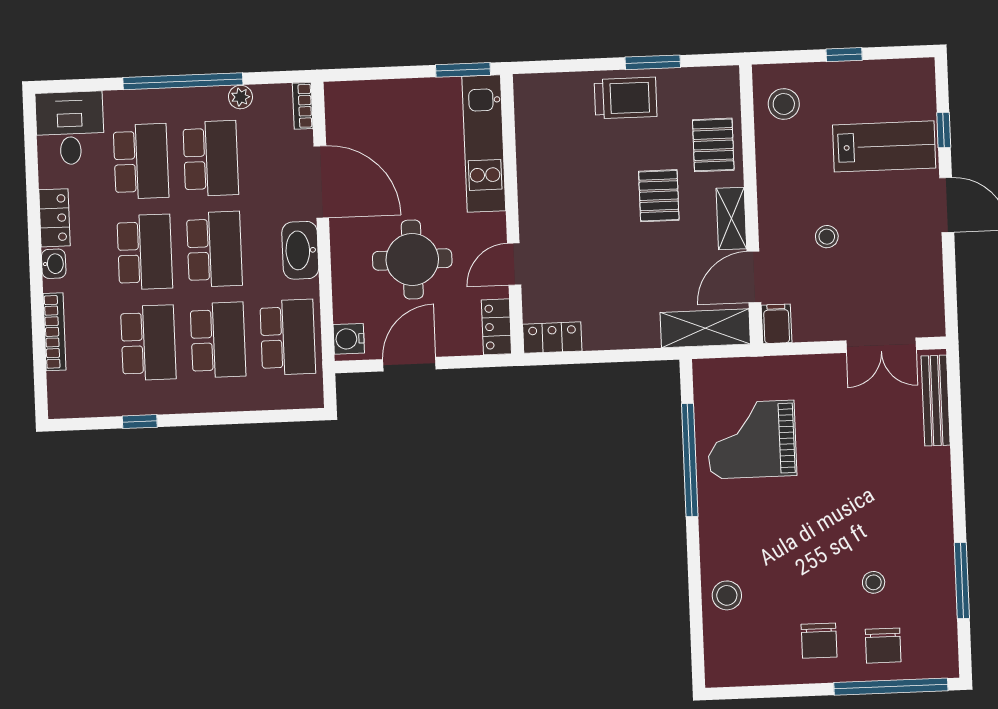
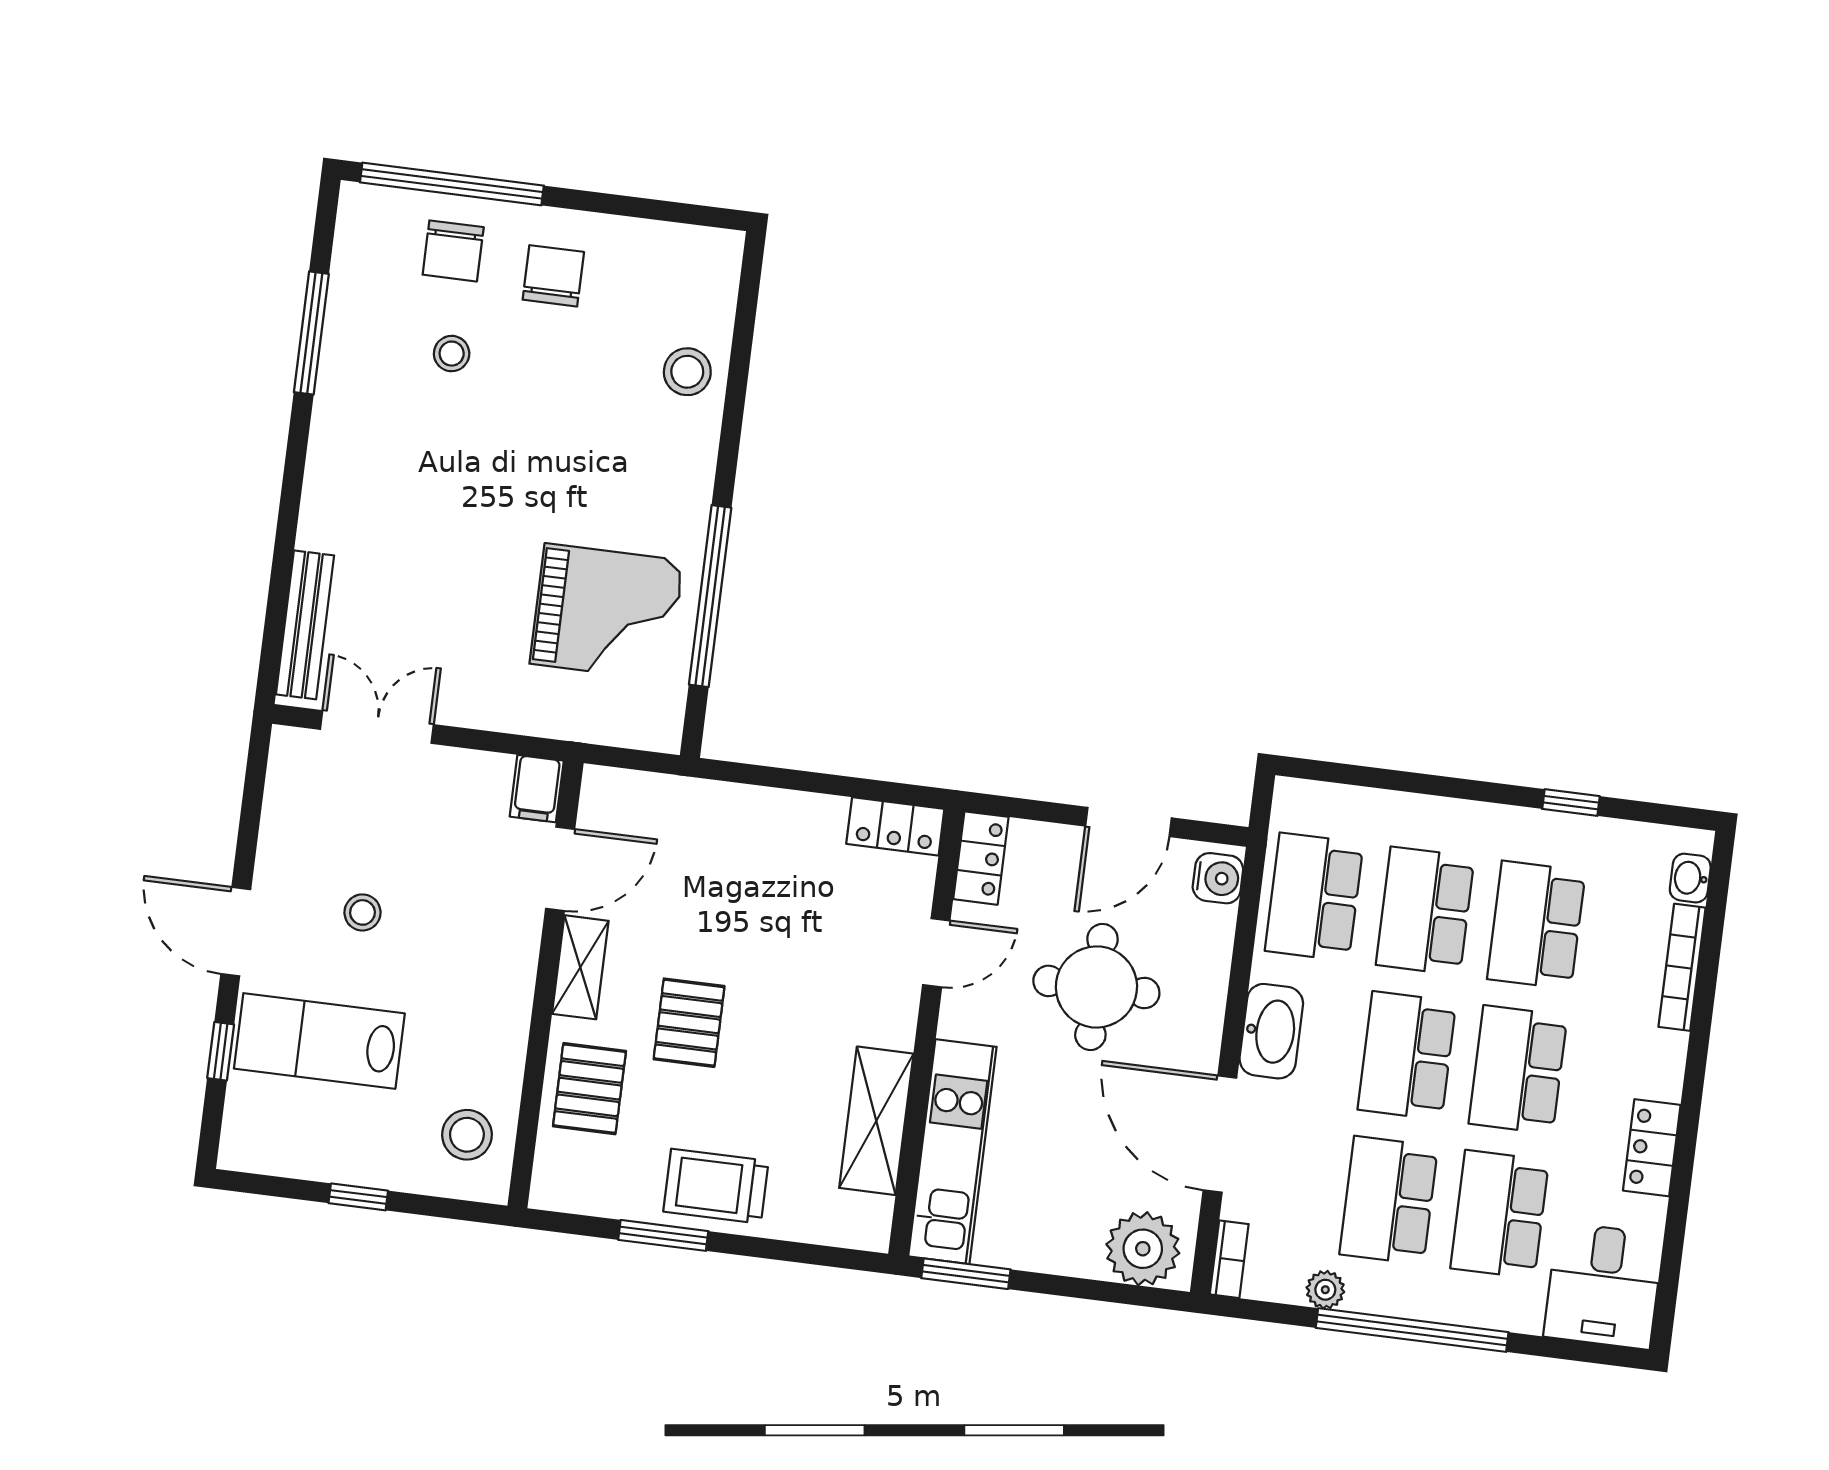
plant: (357, 103) -> (1143, 1249), added
stool: (827, 237) -> (362, 912), moved
washbasin: (54, 264) -> (1690, 878), moved
shelving: (705, 328) -> (876, 1121), moved, turned 90
chair: (883, 646) -> (453, 251), turned 180

